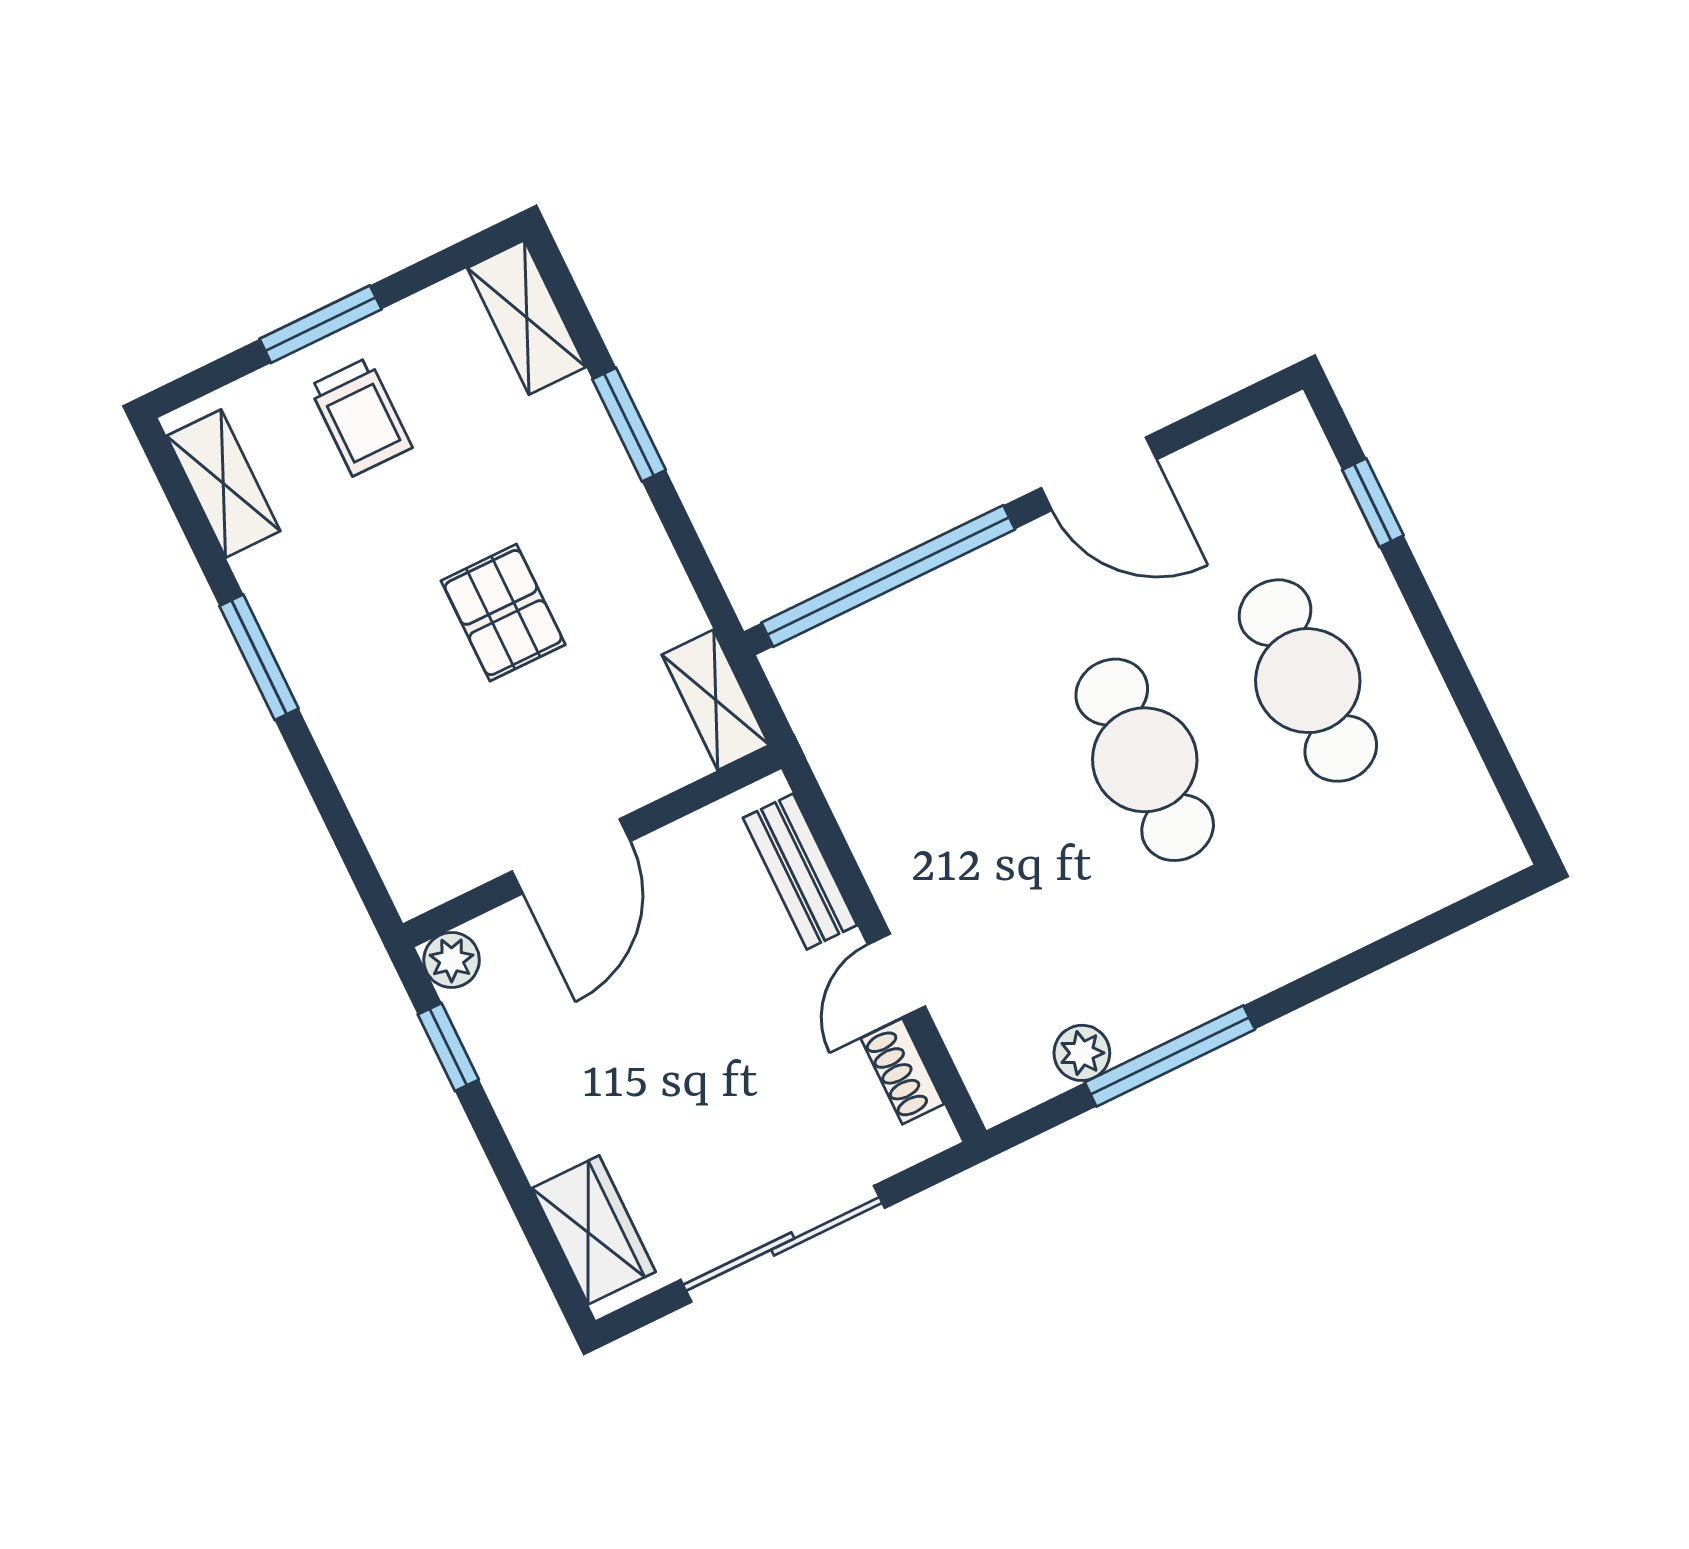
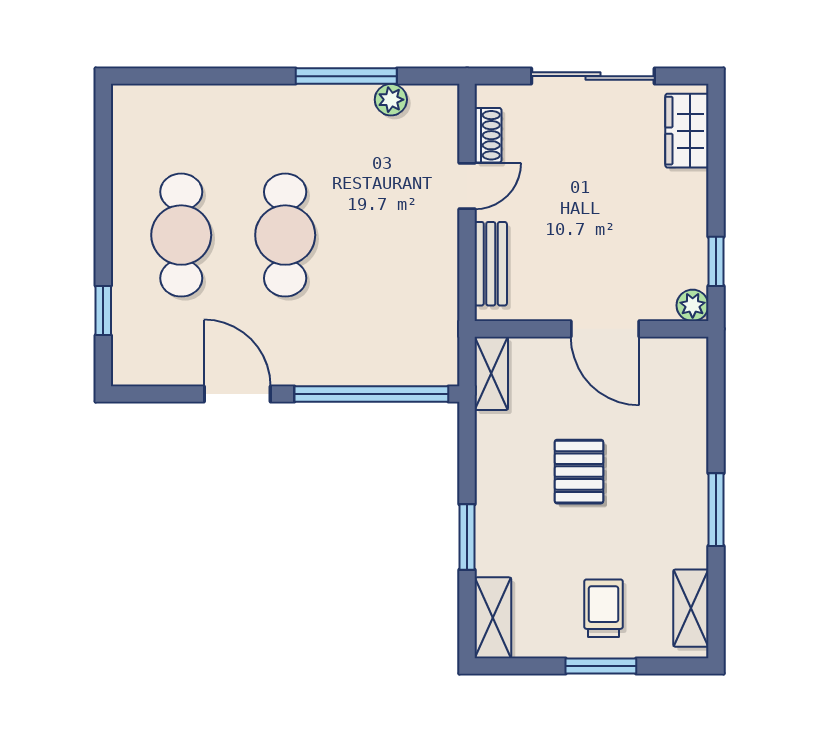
door: (571, 856) -> (605, 329), swing flipped

